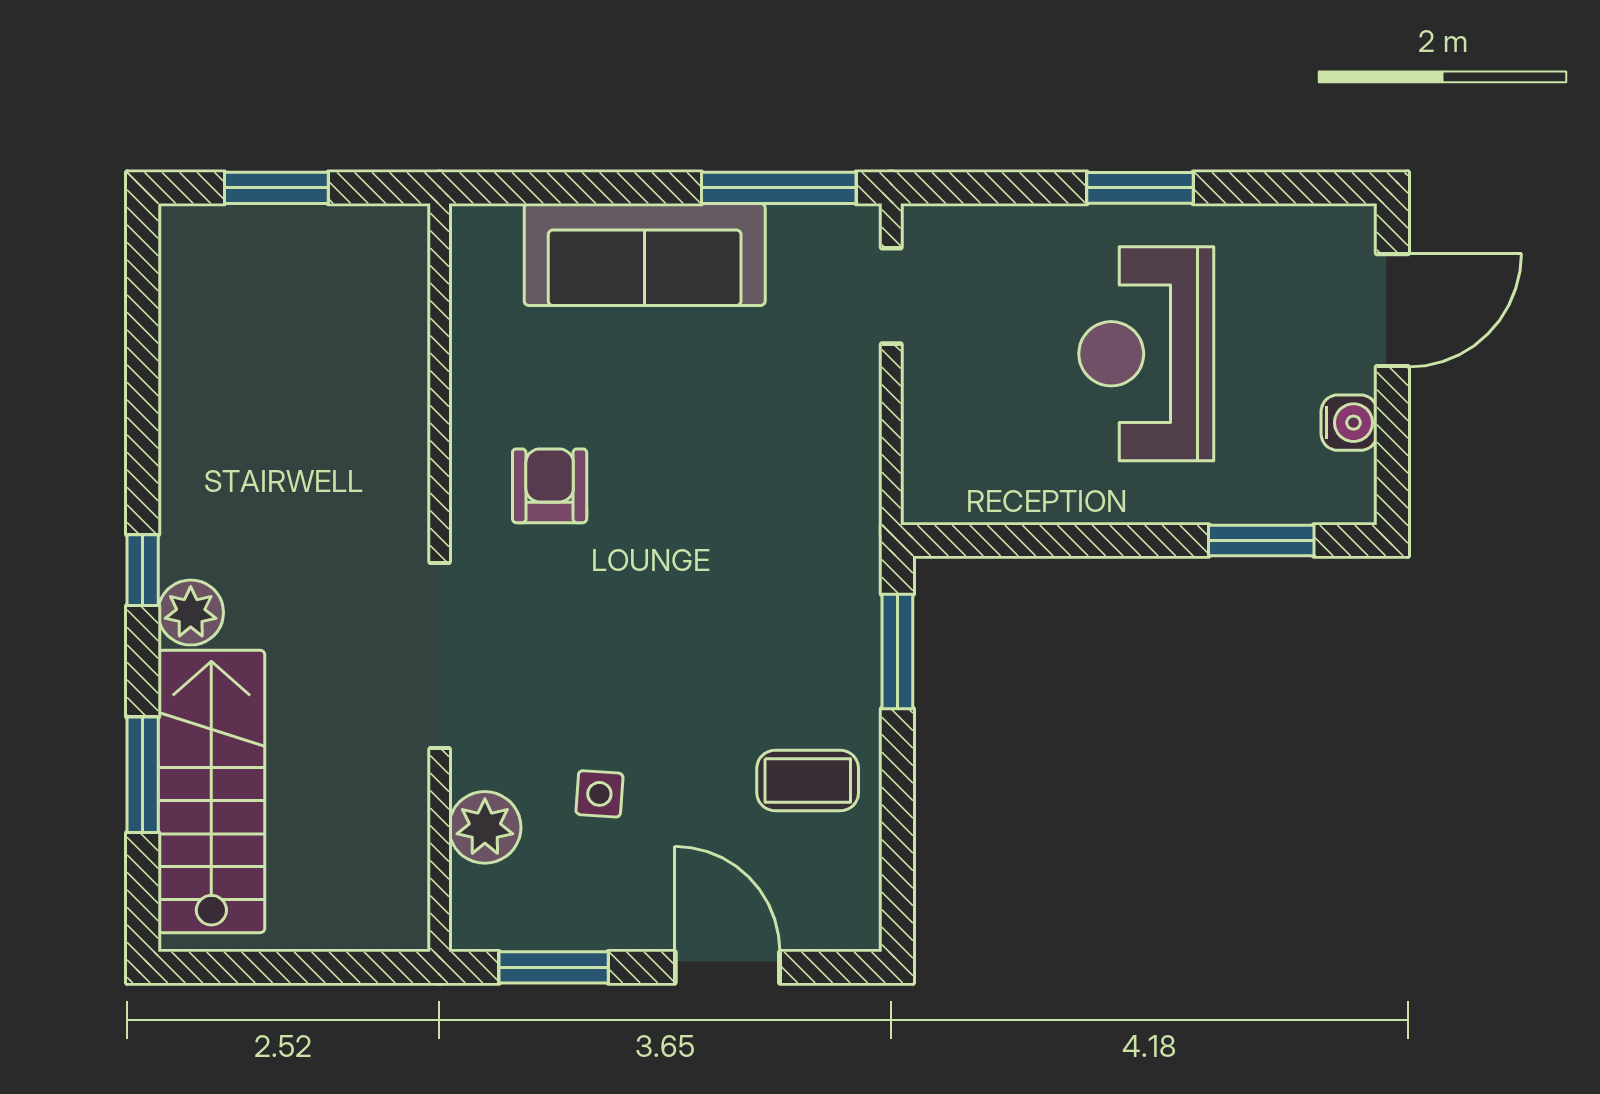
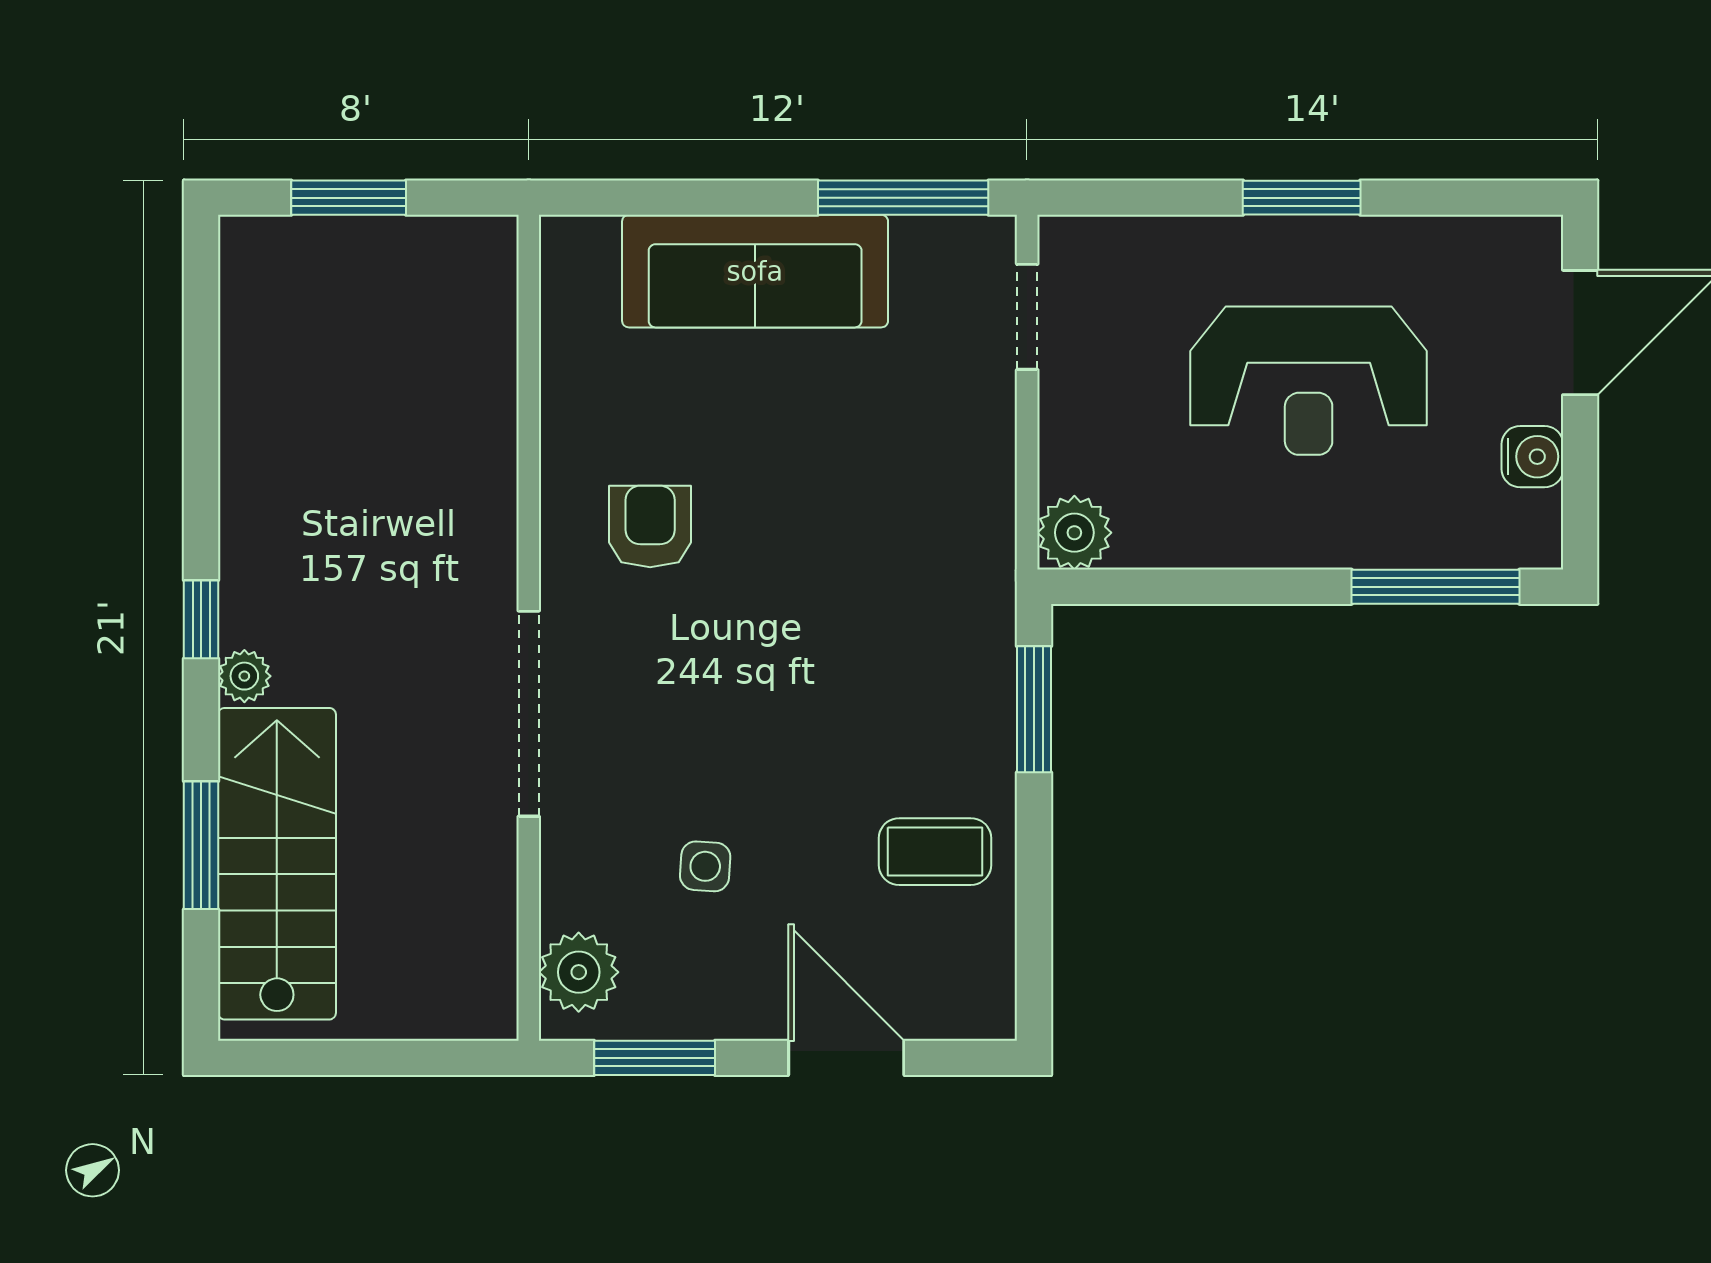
reception desk: (1146, 354) -> (1309, 381), turned -90
plant: (934, 492) -> (1074, 533), added
window: (1261, 541) -> (1435, 587), width x1.44
plant: (191, 613) -> (244, 676), width x0.73, depth x0.73
plant: (485, 827) -> (579, 972), moved

